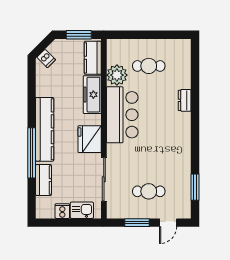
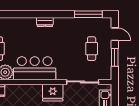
freezer: (92, 95) -> (20, 91), removed
dresser: (185, 100) -> (45, 22), moved
window: (195, 187) -> (88, 14), width x1.44

